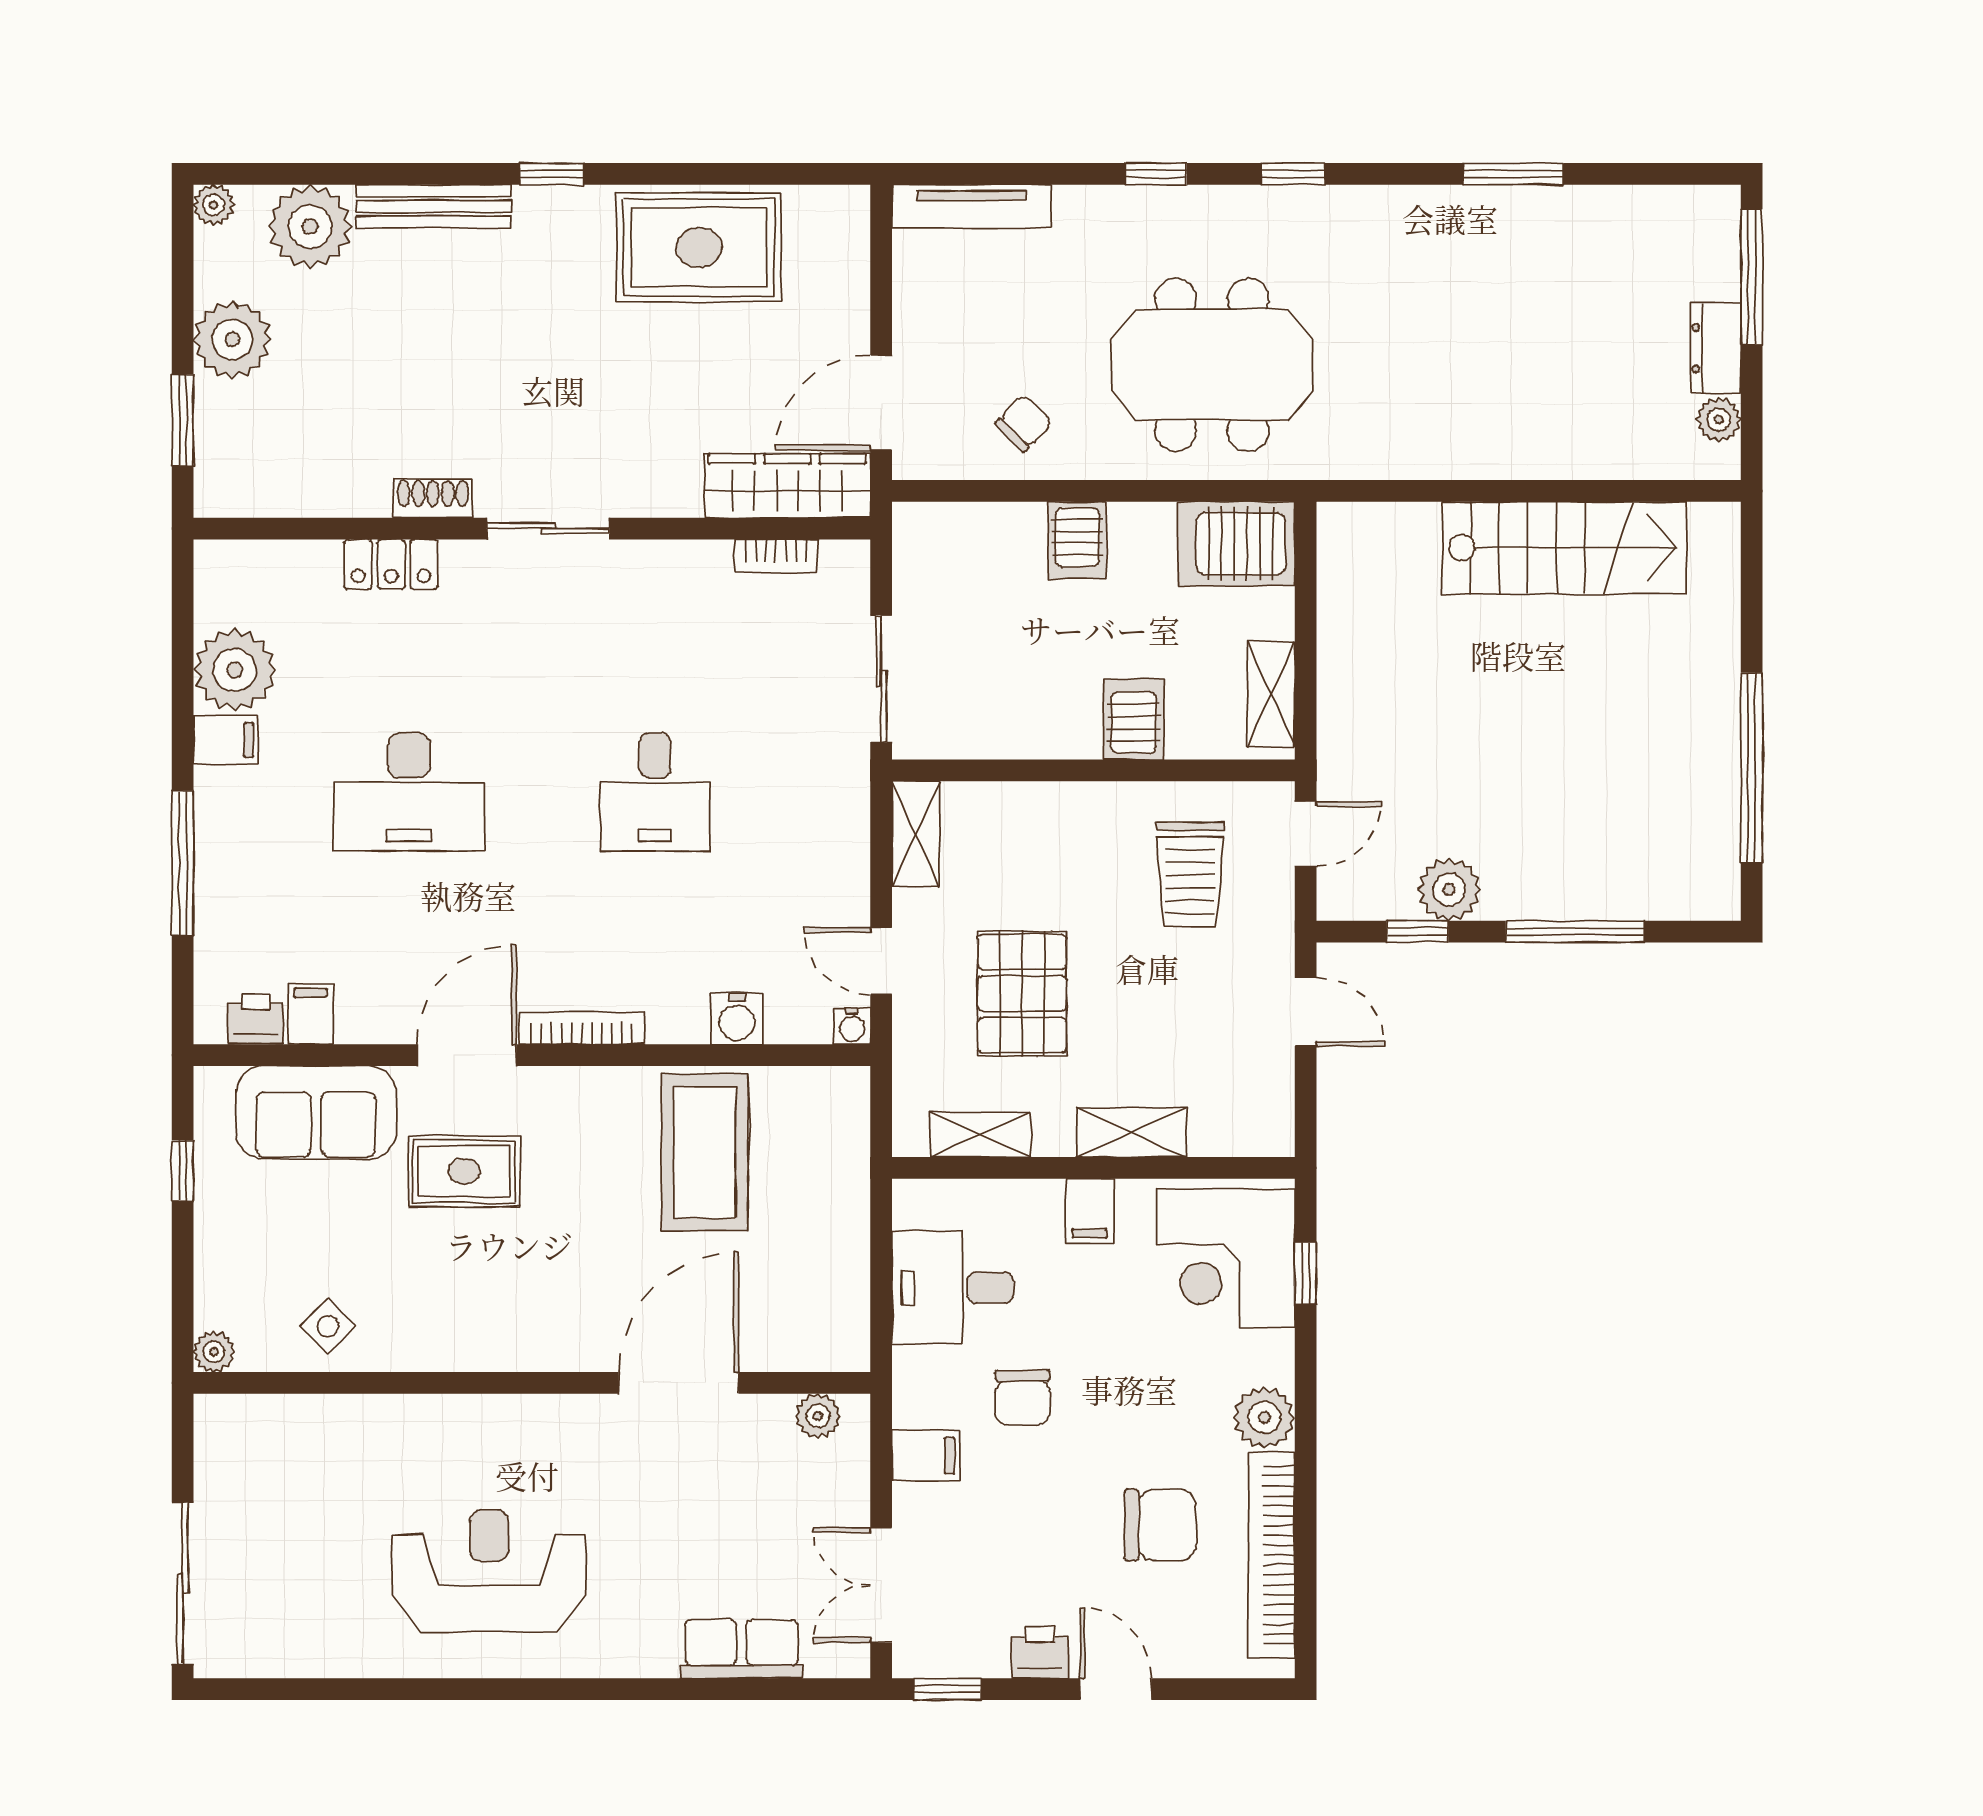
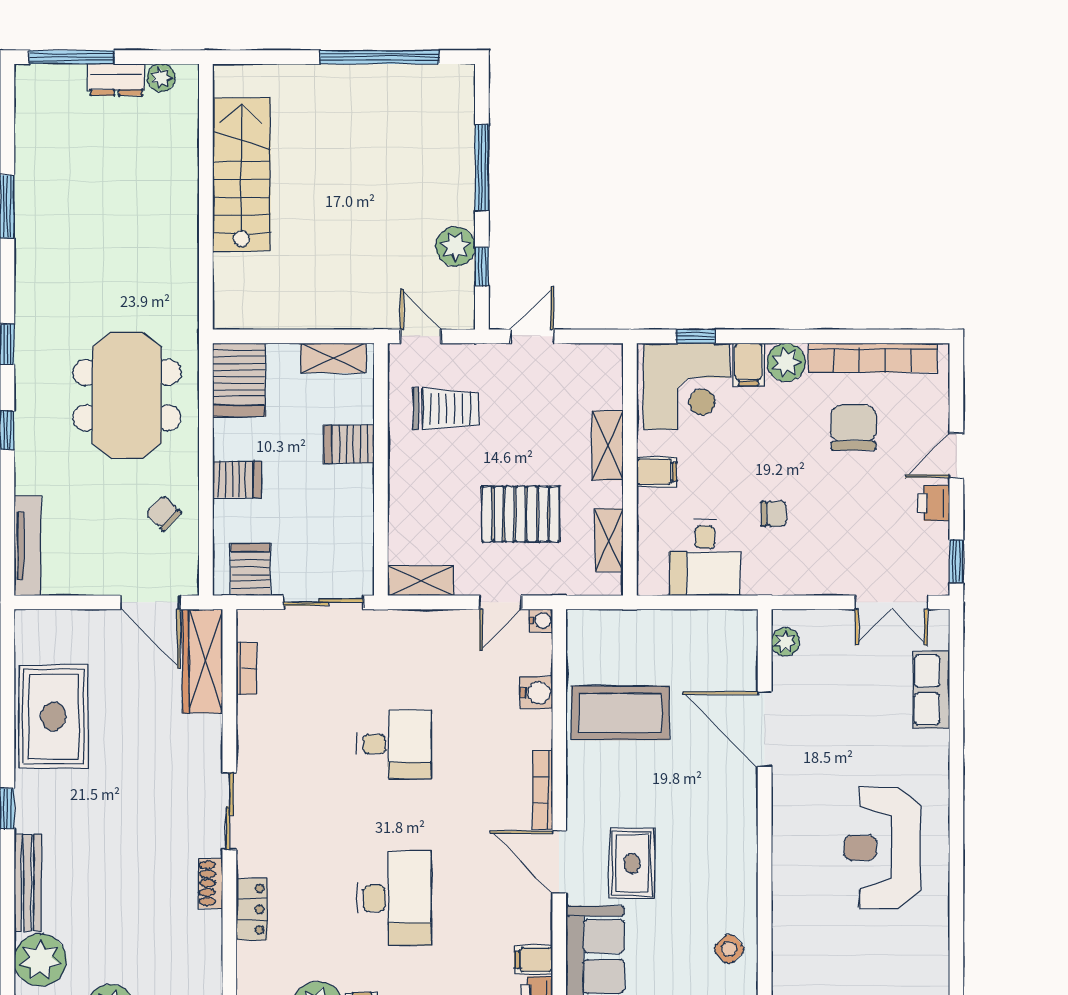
server rack: (933, 562) -> (251, 570), added
chair: (1023, 1398) -> (774, 514), width x0.73, depth x0.73
filing cabinet: (926, 1455) -> (748, 364), moved, turned 180

